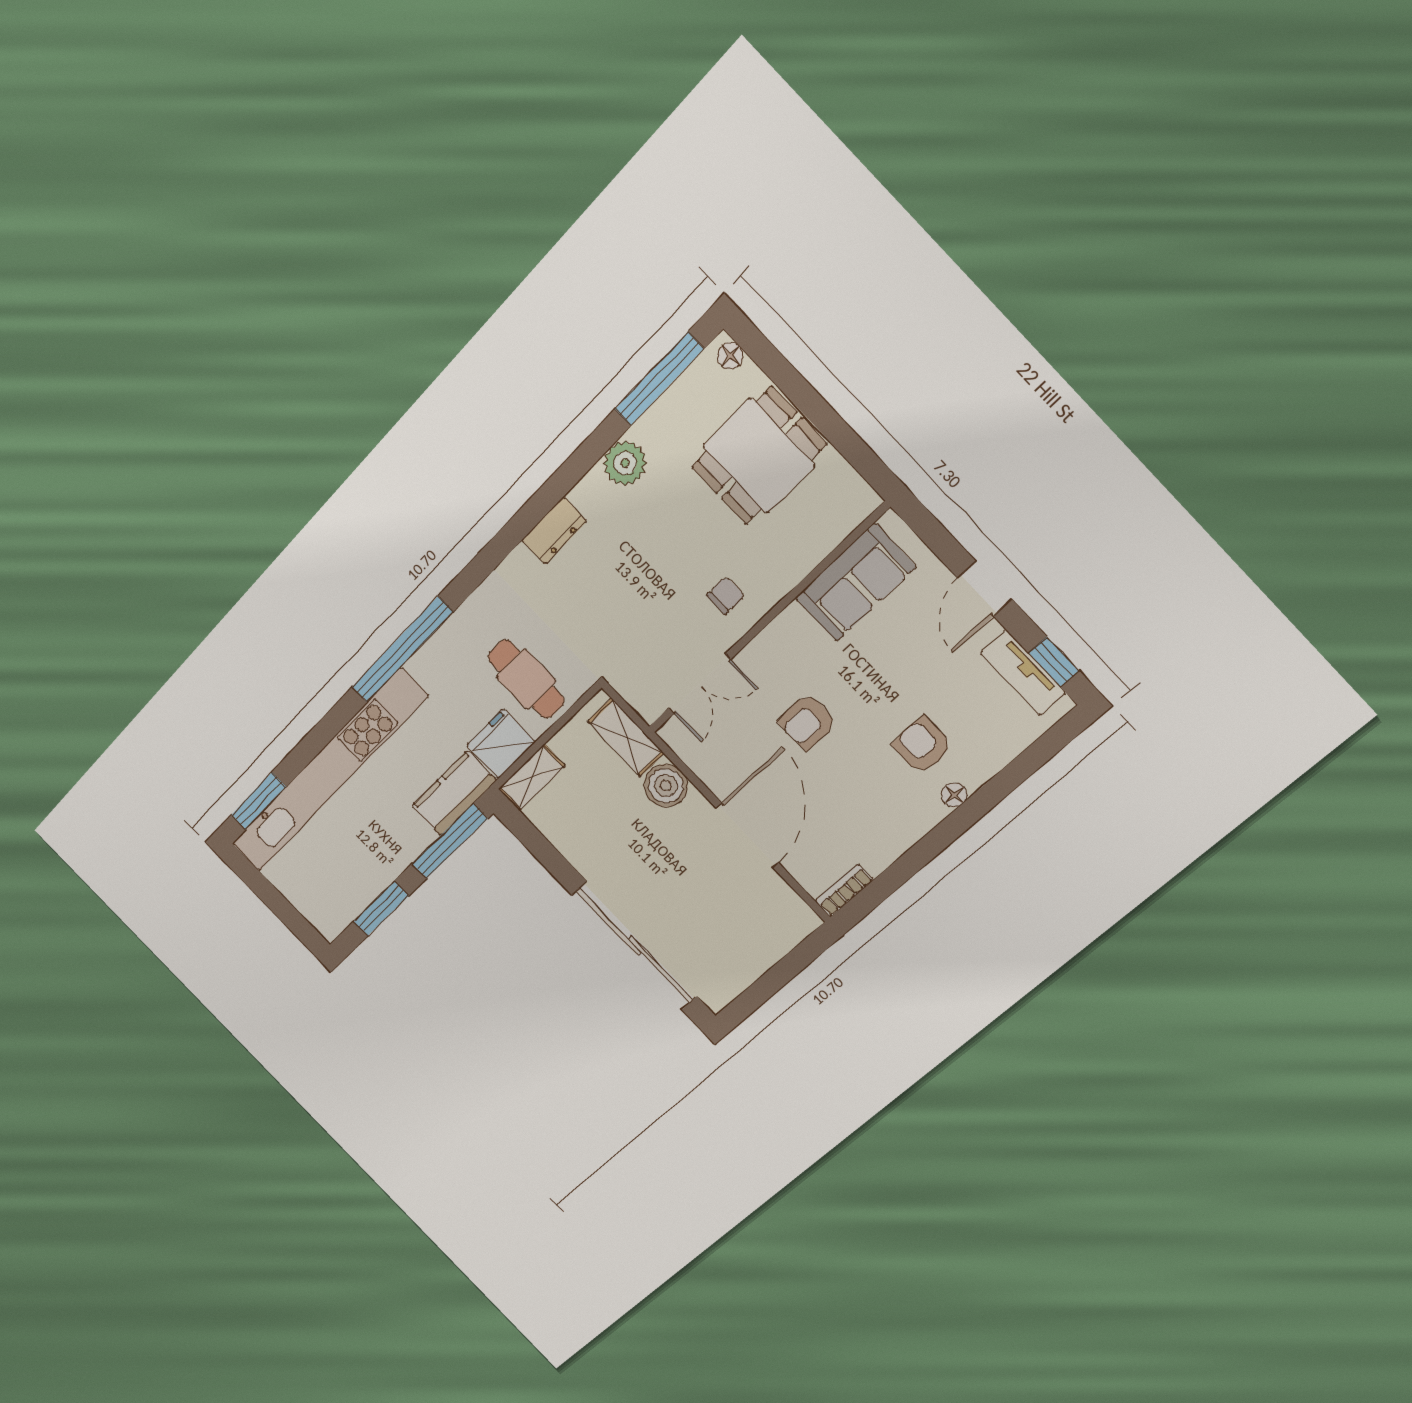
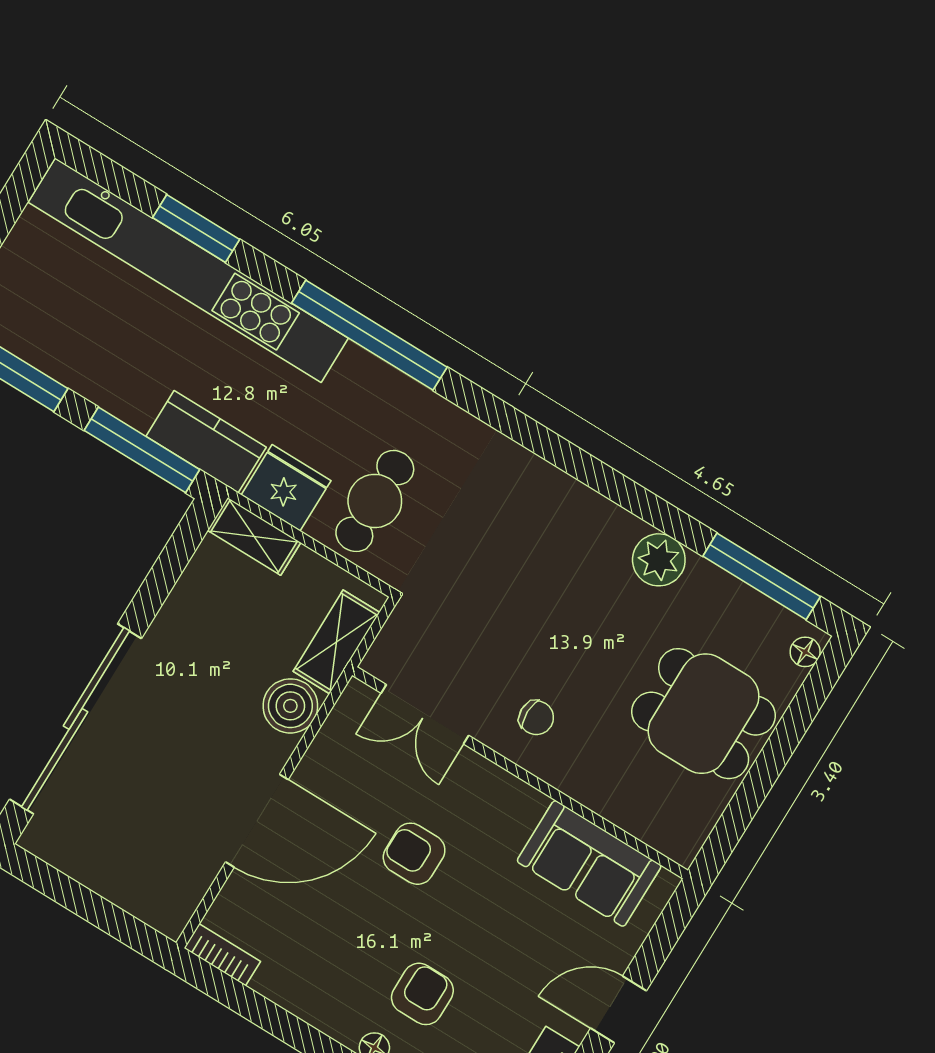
dresser: (554, 531) -> (561, 494), removed
window: (259, 801) -> (196, 229), moved

